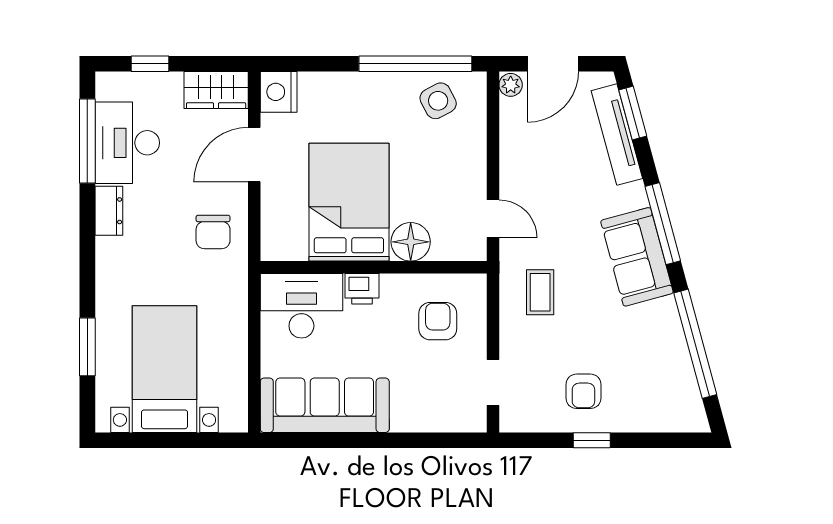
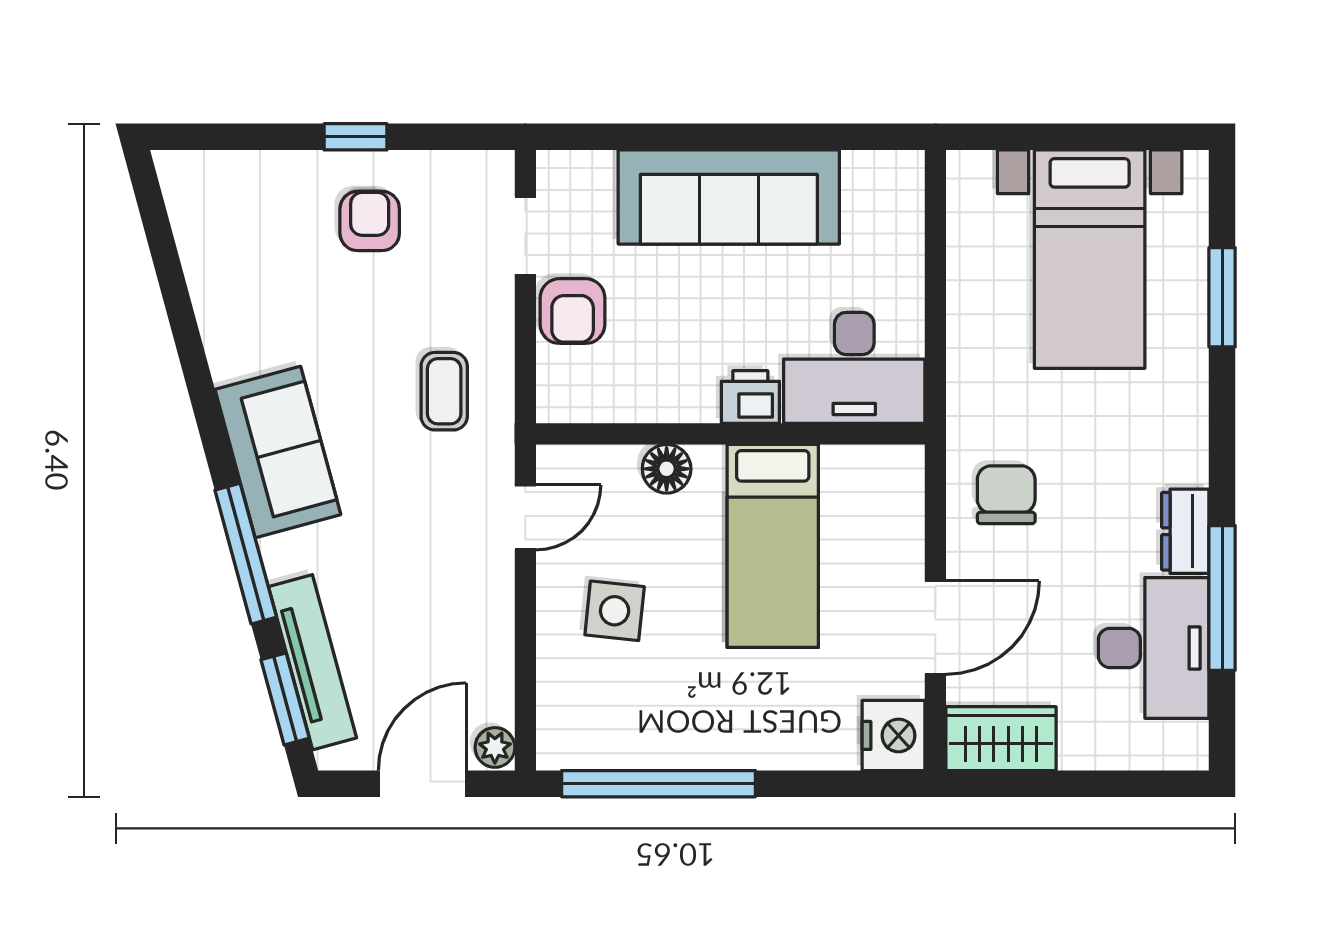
window: (150, 64) -> (1114, 784), removed
side table: (438, 101) -> (615, 611), moved, turned 34
window: (87, 141) -> (1222, 598), moved
bed: (349, 202) -> (773, 546), width x0.67
door: (493, 219) -> (525, 517), swing flipped
window: (663, 224) -> (246, 554), moved
floor lamp: (411, 242) -> (667, 469), width x0.73, depth x0.73
armchair: (438, 321) -> (573, 311), moved
window: (695, 344) -> (178, 303), removed
sofa: (325, 405) -> (729, 197), moved

